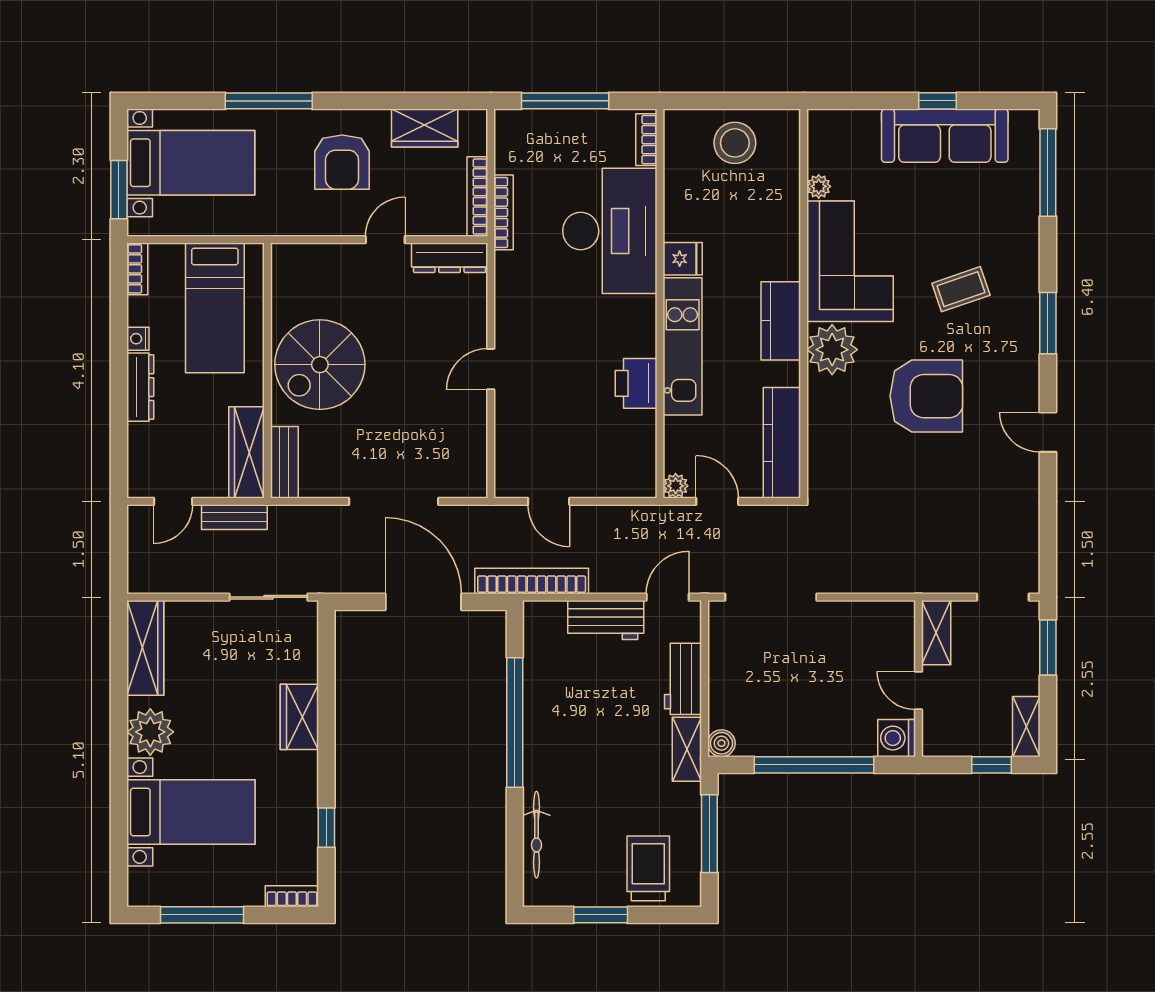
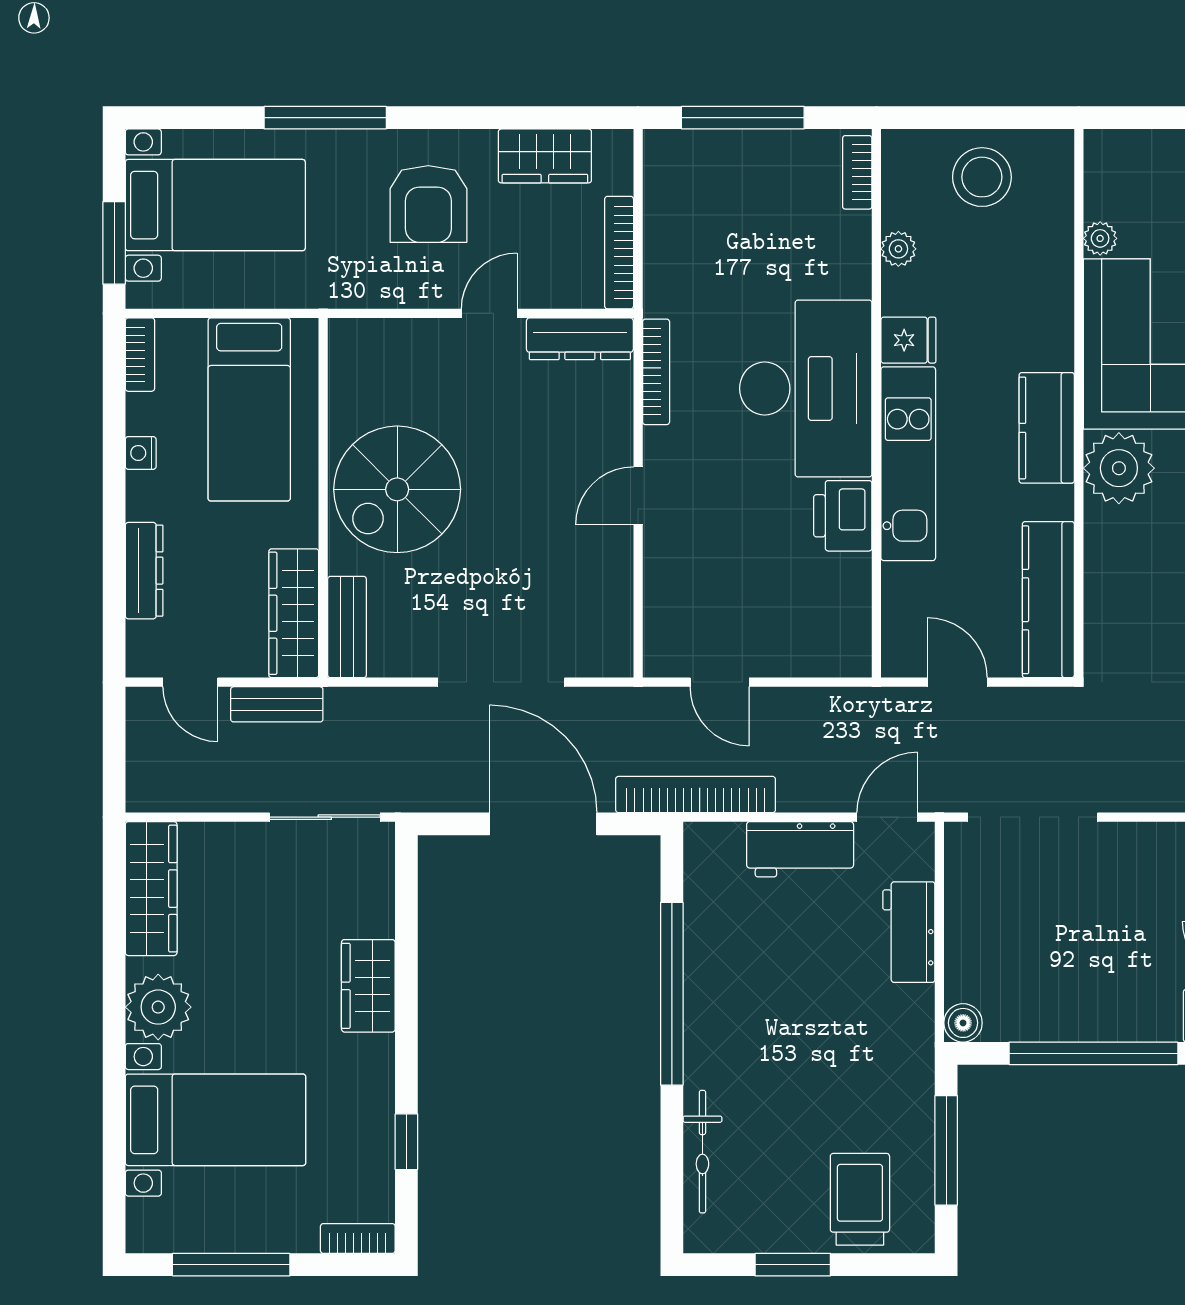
bookcase: (504, 212) -> (656, 372), moved
desk: (610, 231) -> (806, 388), moved
dresser: (140, 387) -> (144, 571), moved
plant: (676, 486) -> (898, 249), moved
door: (173, 501) -> (190, 682), hinge flipped
shelving: (687, 749) -> (914, 1031), removed

